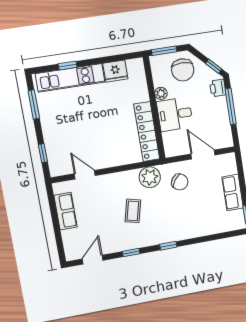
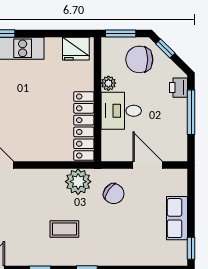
window: (214, 66) -> (165, 48), moved
chair: (183, 70) -> (139, 59), turned 90
fridge: (115, 71) -> (76, 49), moved
coffee table: (133, 211) -> (64, 229), moved, turned 76

